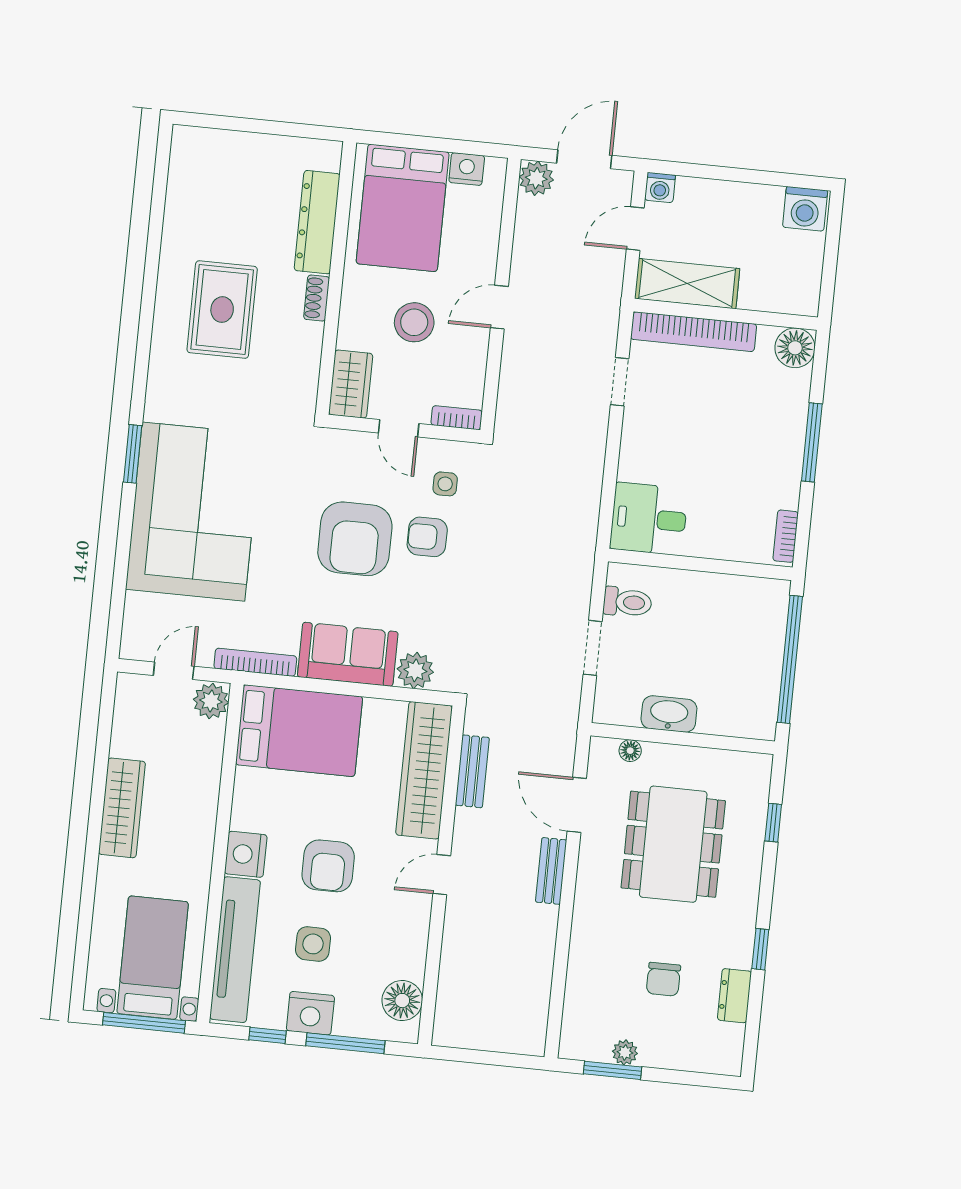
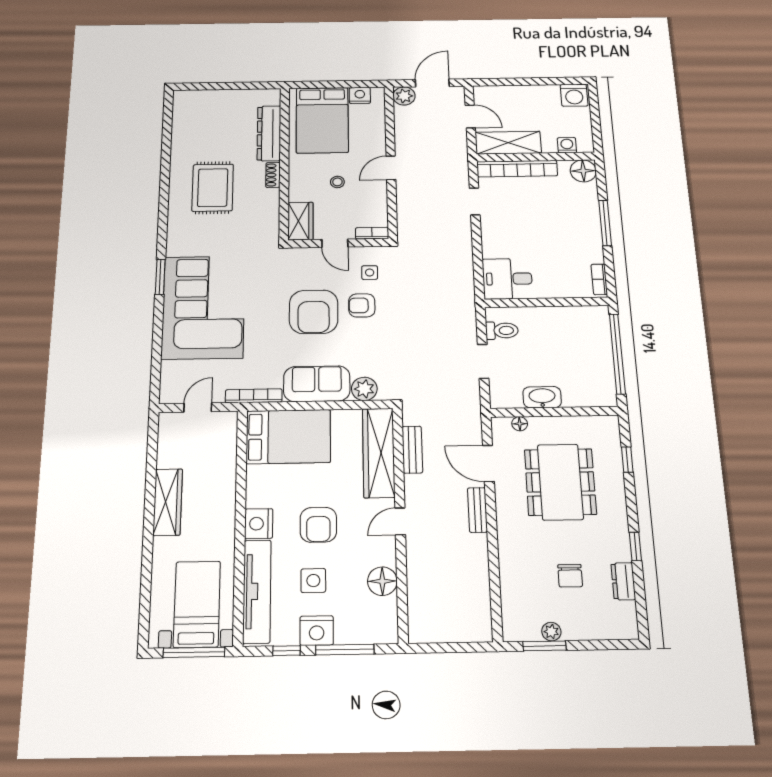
washing machine: (660, 188) -> (567, 145), moved, turned 180
door: (635, 229) -> (470, 116), swing flipped
stool: (414, 322) -> (337, 182), width x0.53, depth x0.53
plant: (211, 701) -> (225, 424), removed
floor lamp: (402, 1001) -> (382, 581), moved

